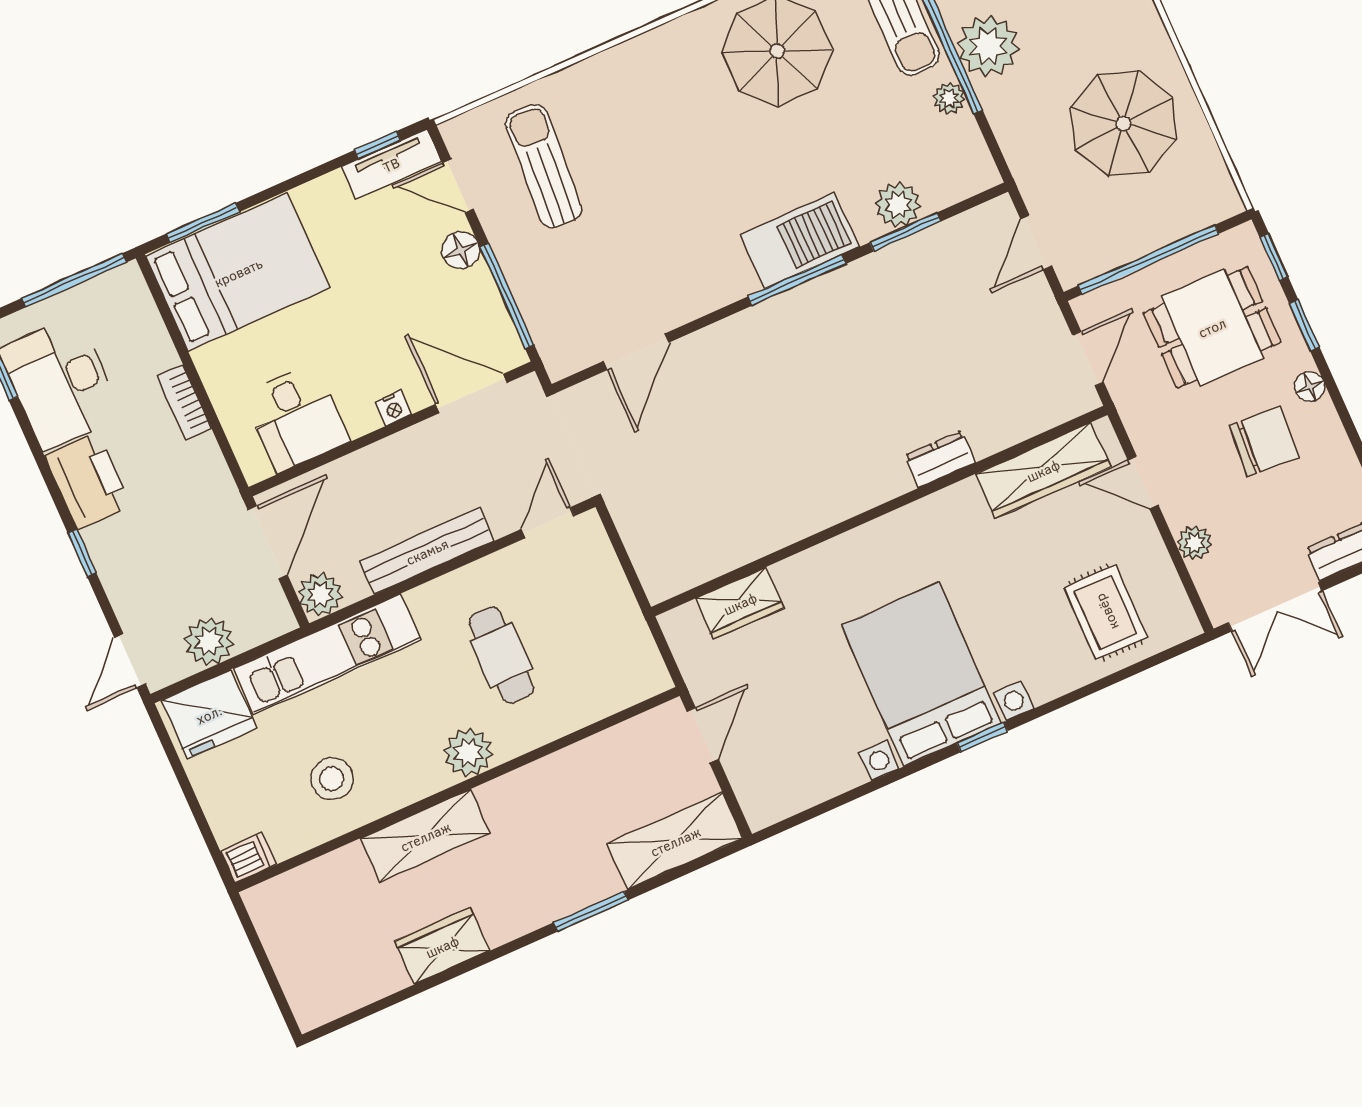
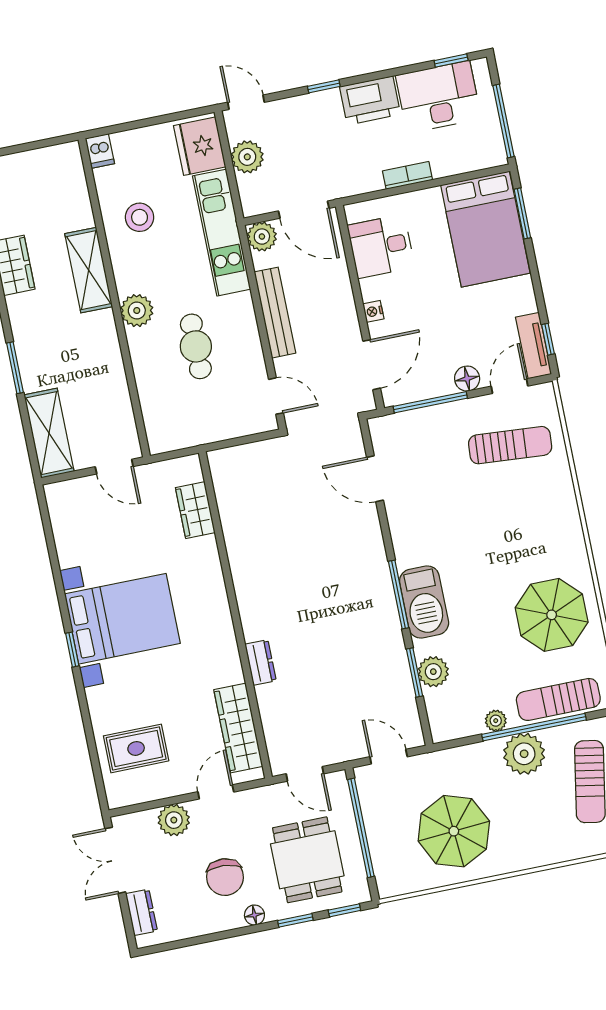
plant: (1194, 543) -> (174, 820), width x1.38, depth x1.38
cafe table: (501, 655) -> (196, 346), turned 90

